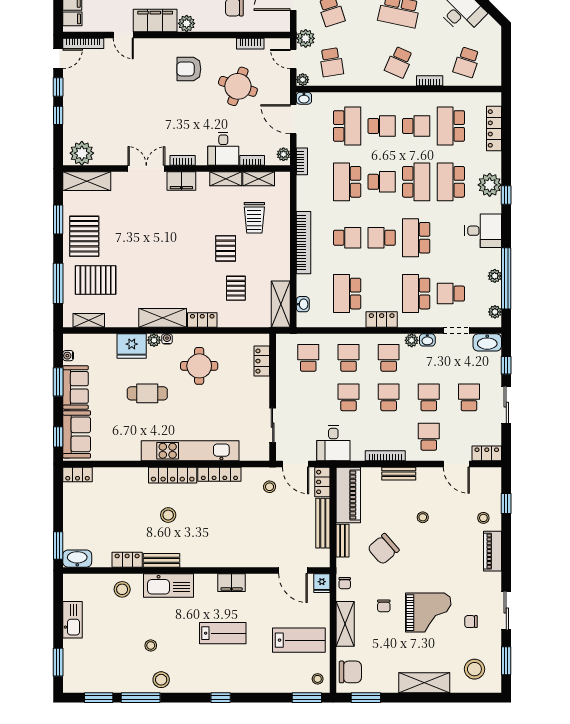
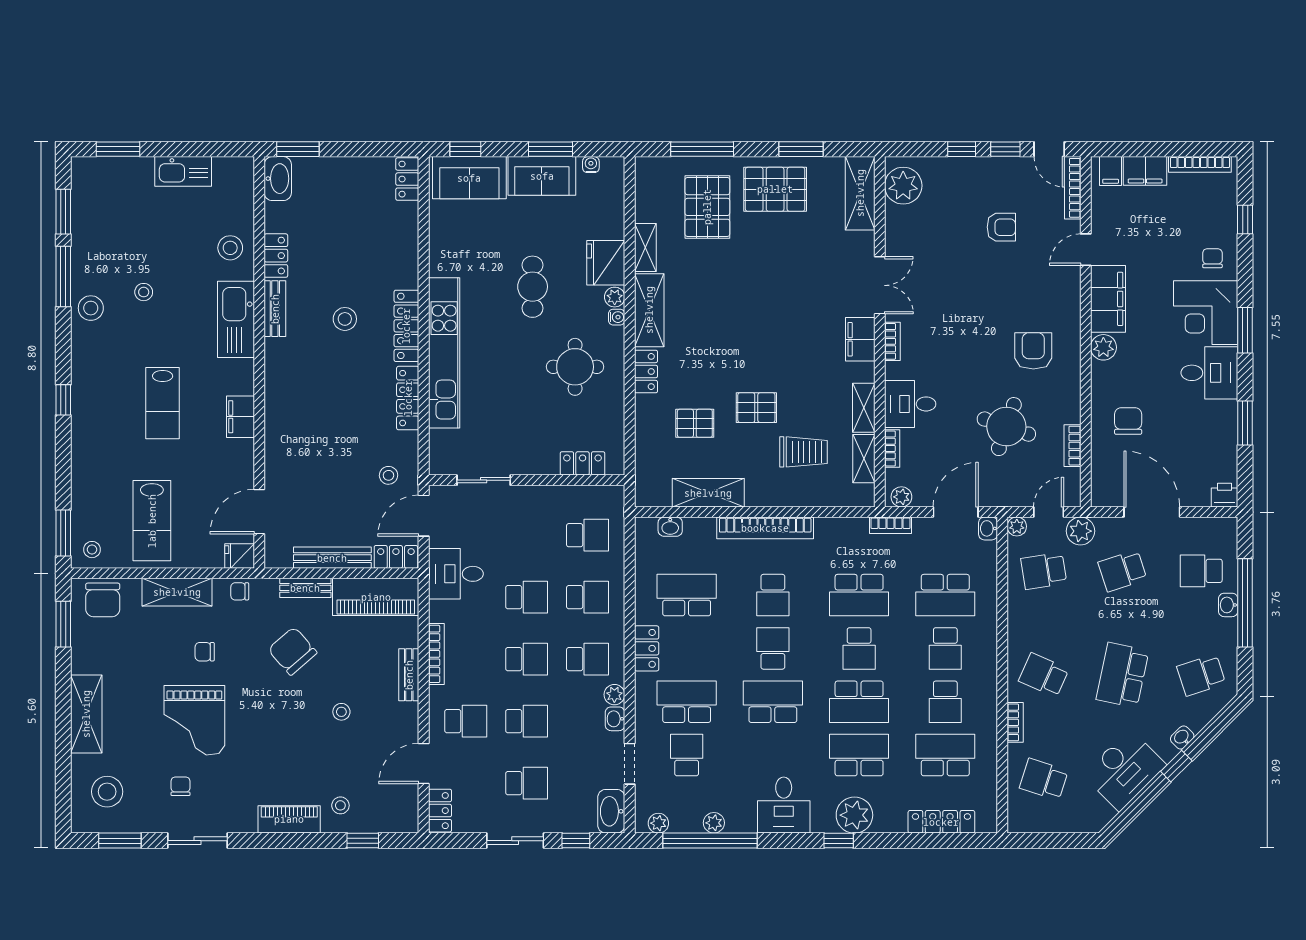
armchair: (109, 90) -> (1001, 227), added
school desk: (347, 182) -> (859, 595), turned 180
trolley: (254, 218) -> (804, 452), turned 180
shelving: (281, 304) -> (708, 493), moved
shelving: (89, 320) -> (645, 247), moved

